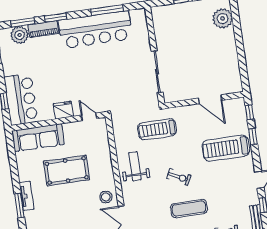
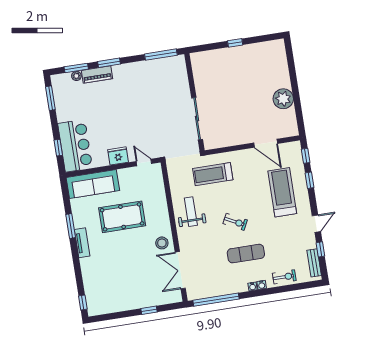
plant: (223, 18) -> (283, 99), moved
bar counter: (95, 30) -> (149, 74), removed
plant: (20, 35) -> (76, 76), width x0.53, depth x0.53
wall: (155, 56) -> (195, 102), moved
sliding door: (157, 72) -> (197, 119), moved
treadmill: (226, 148) -> (282, 192), turned 90
window: (19, 206) -> (71, 226), moved

